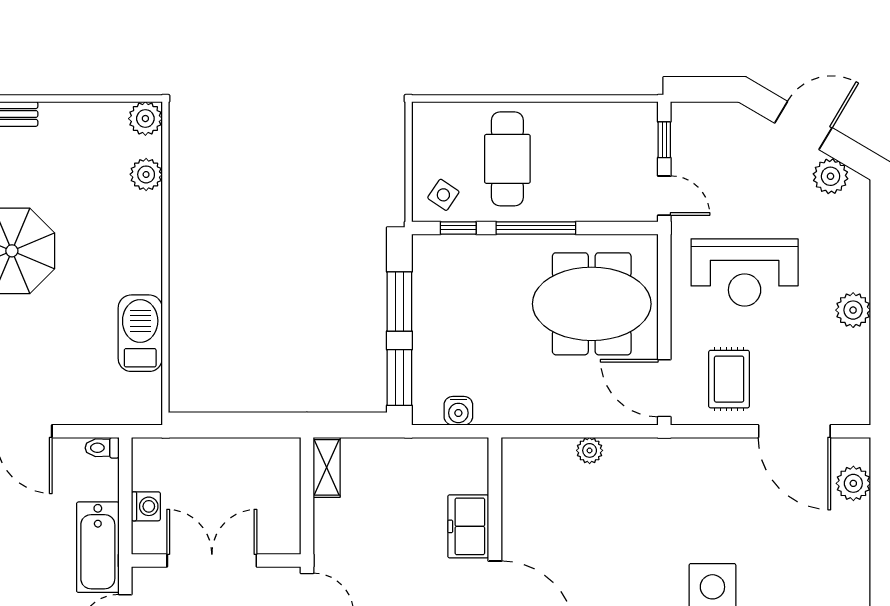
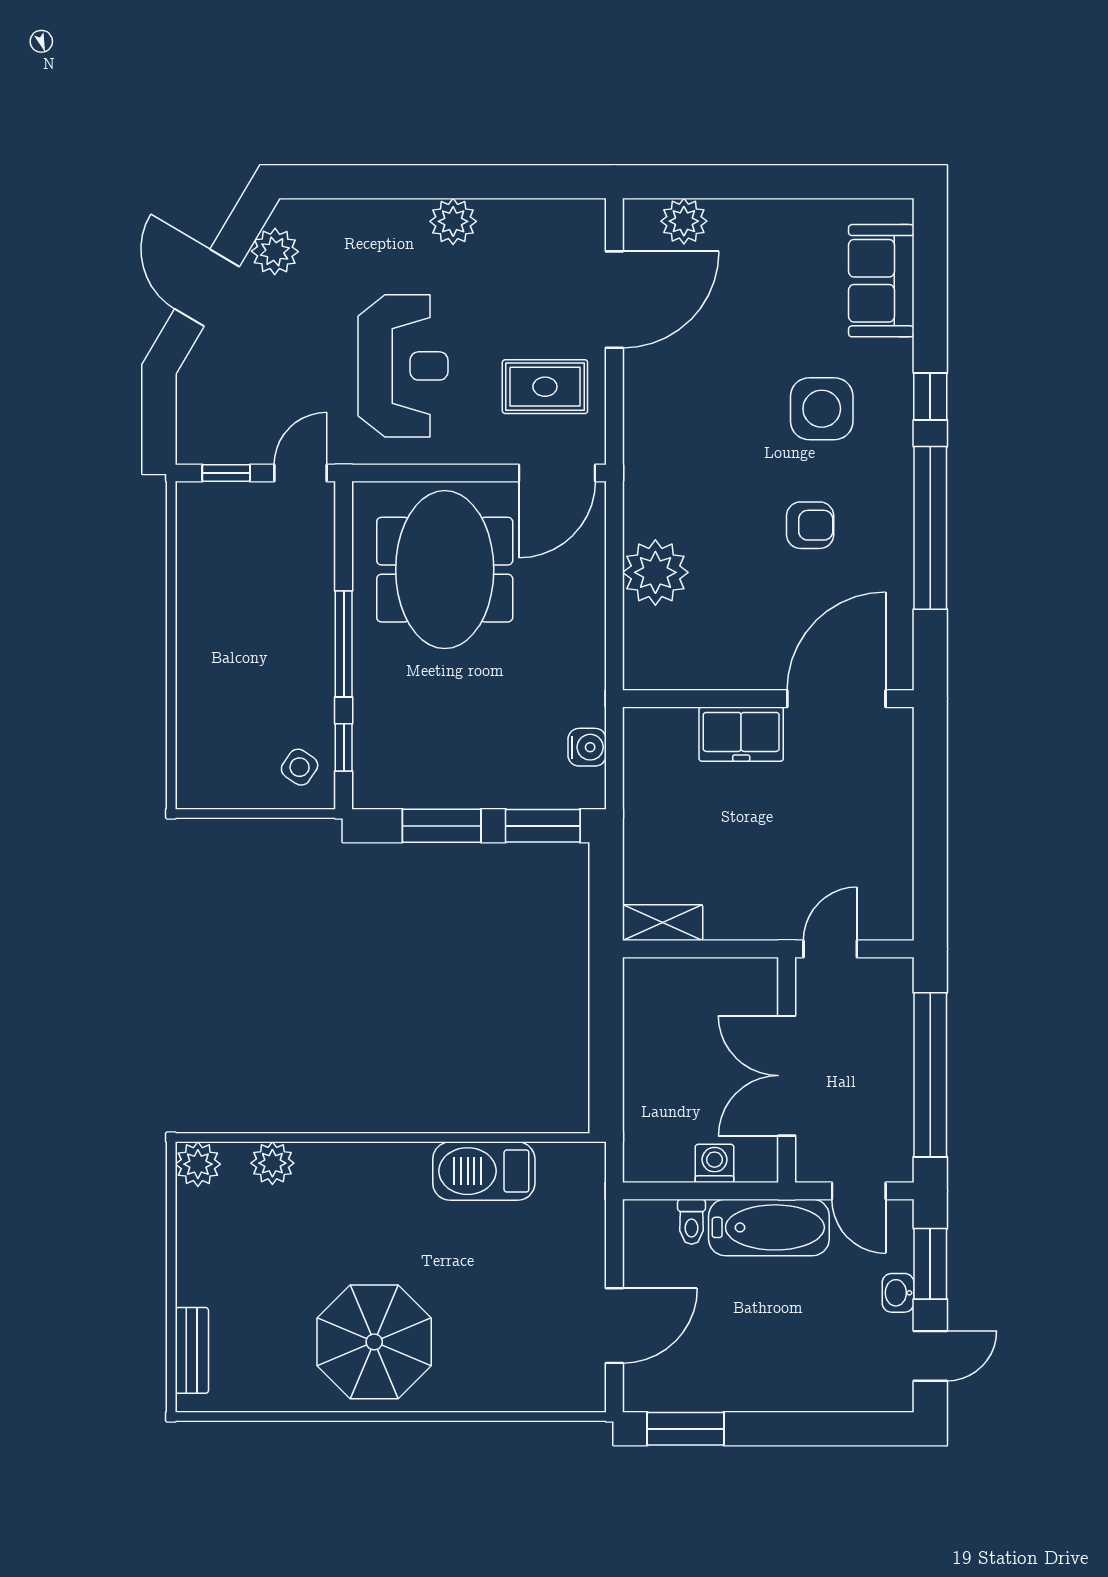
cafe table: (507, 159) -> (252, 682), removed
toilet: (102, 448) -> (692, 1222), moved
plant: (590, 450) -> (655, 572), width x1.87, depth x1.87
armchair: (625, 578) -> (810, 525), added

